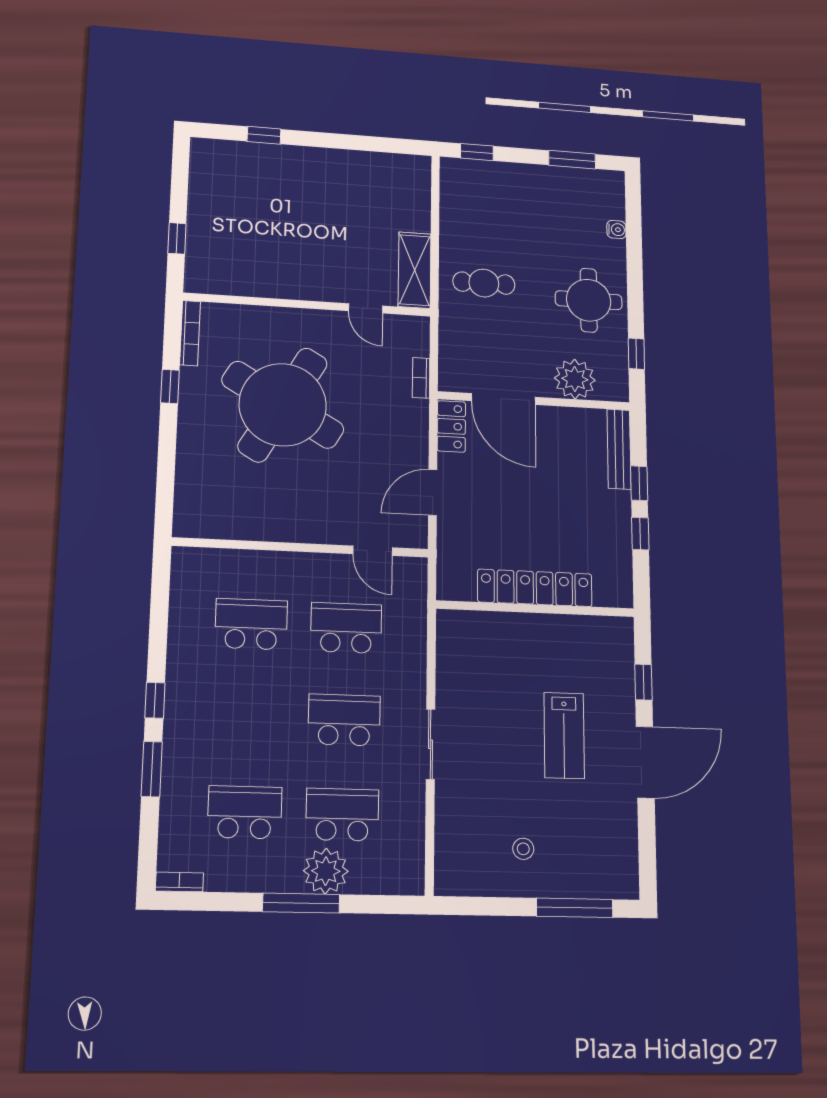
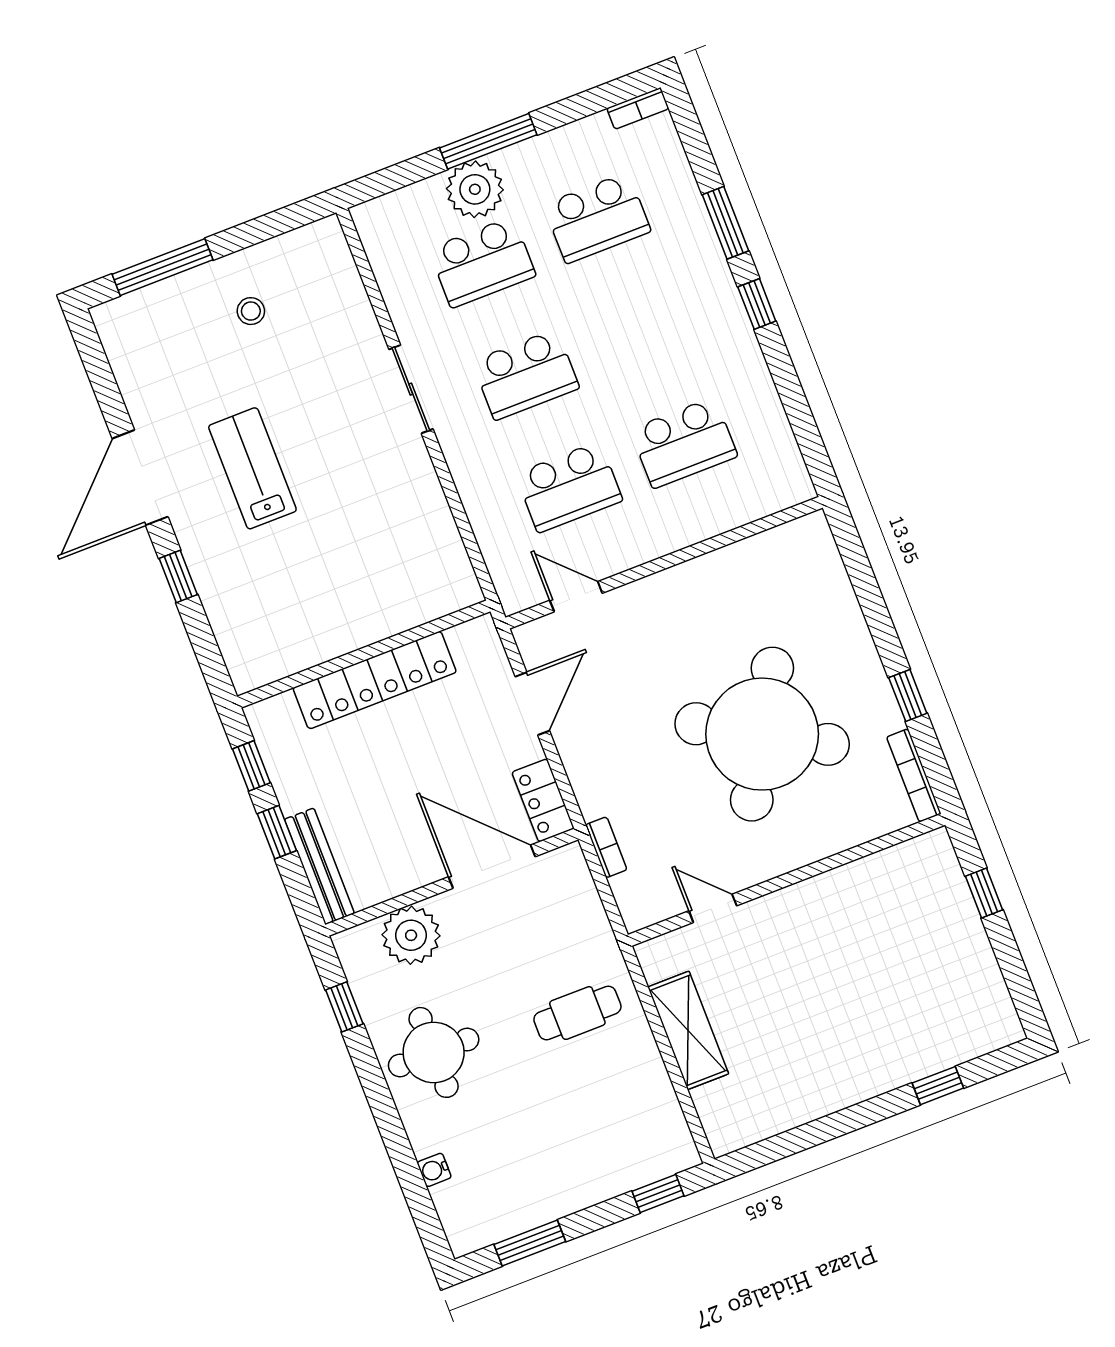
shelving: (415, 270) -> (688, 1030), moved
locker: (535, 588) -> (375, 680), moved
wall: (536, 609) -> (364, 654), moved

